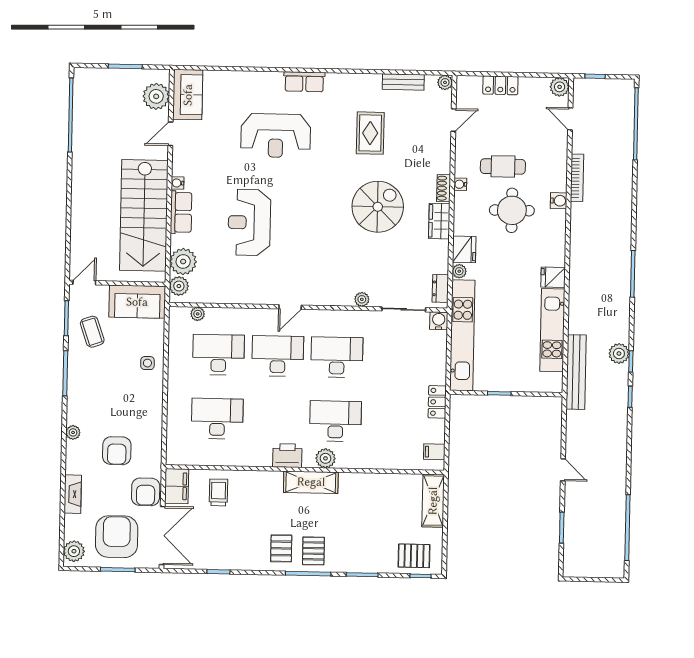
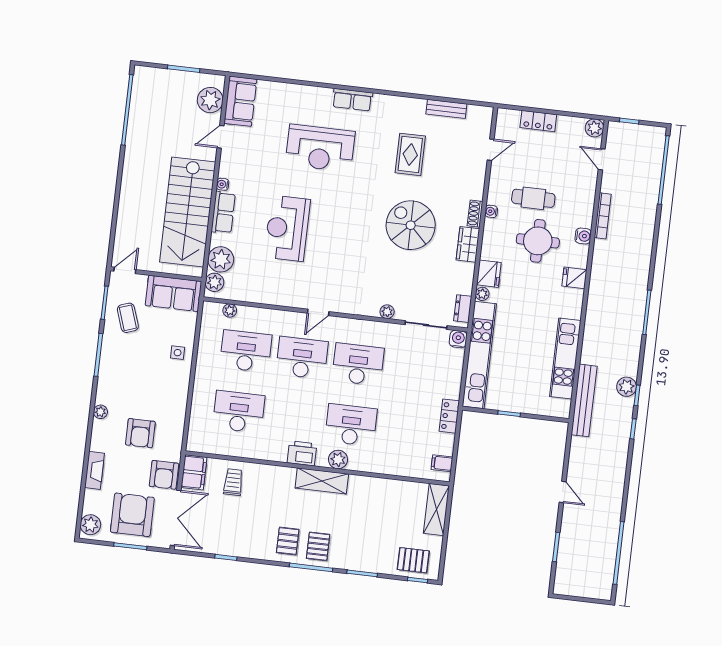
plant: (445, 82) -> (486, 113), removed
spiral stairs: (378, 207) -> (411, 225), turned -90
fridge: (553, 277) -> (574, 278), moved

